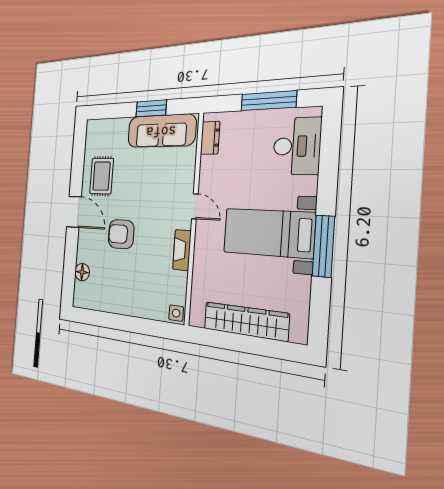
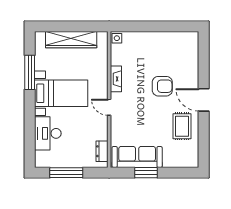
desk: (297, 146) -> (48, 133), moved
window: (323, 246) -> (30, 72), moved
floor lamp: (82, 272) -> (192, 57), removed

